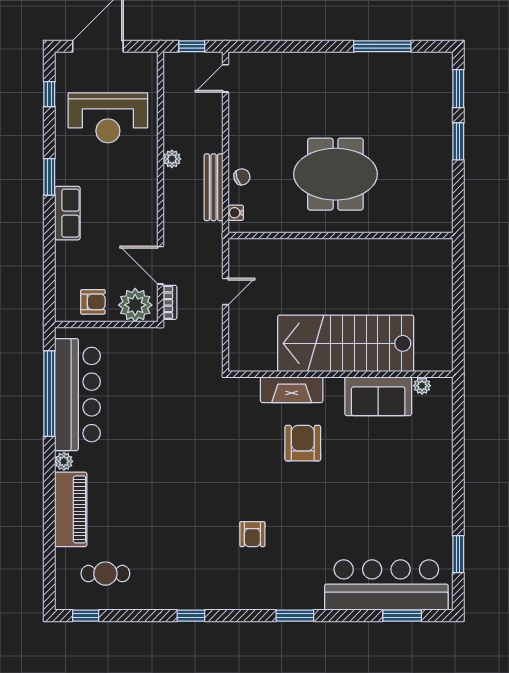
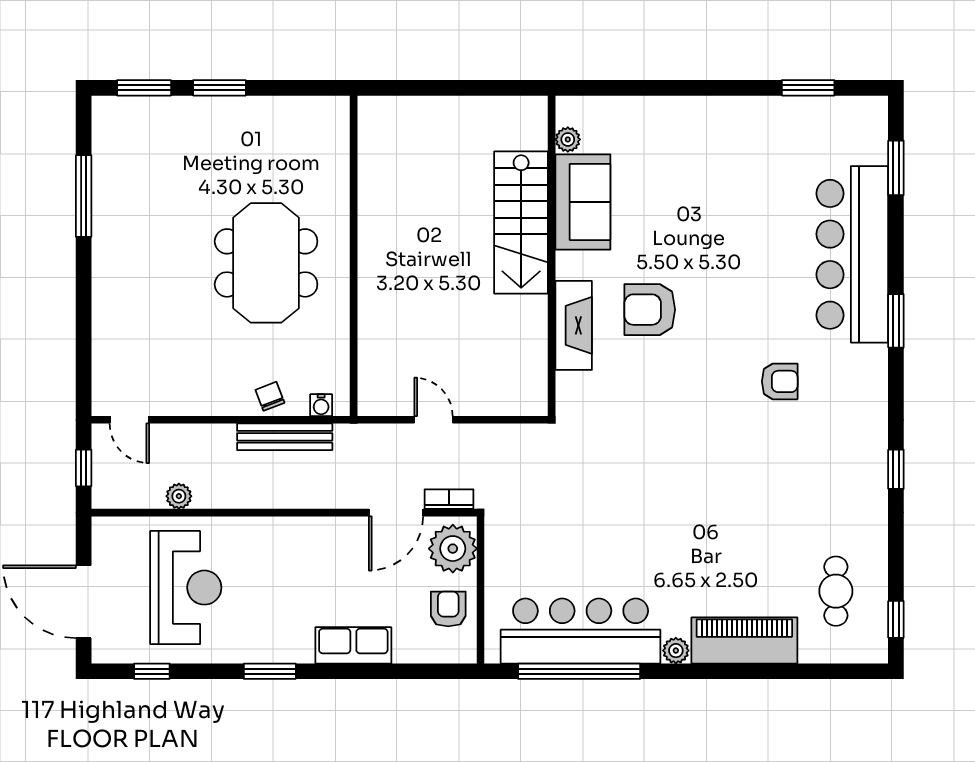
plant: (172, 159) -> (179, 496), moved
row of seats: (67, 213) -> (353, 645), moved
stairs: (346, 343) -> (521, 222), width x0.73, depth x0.66
bar counter: (386, 585) -> (852, 254), moved

